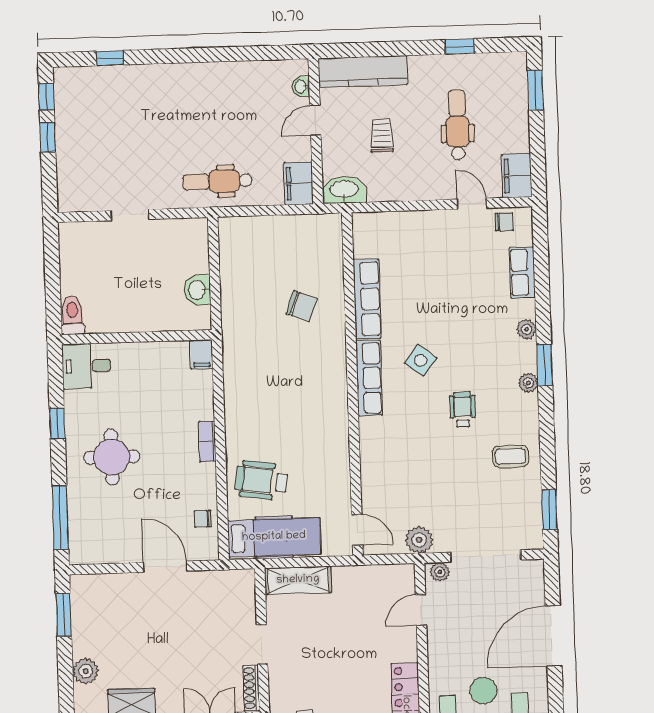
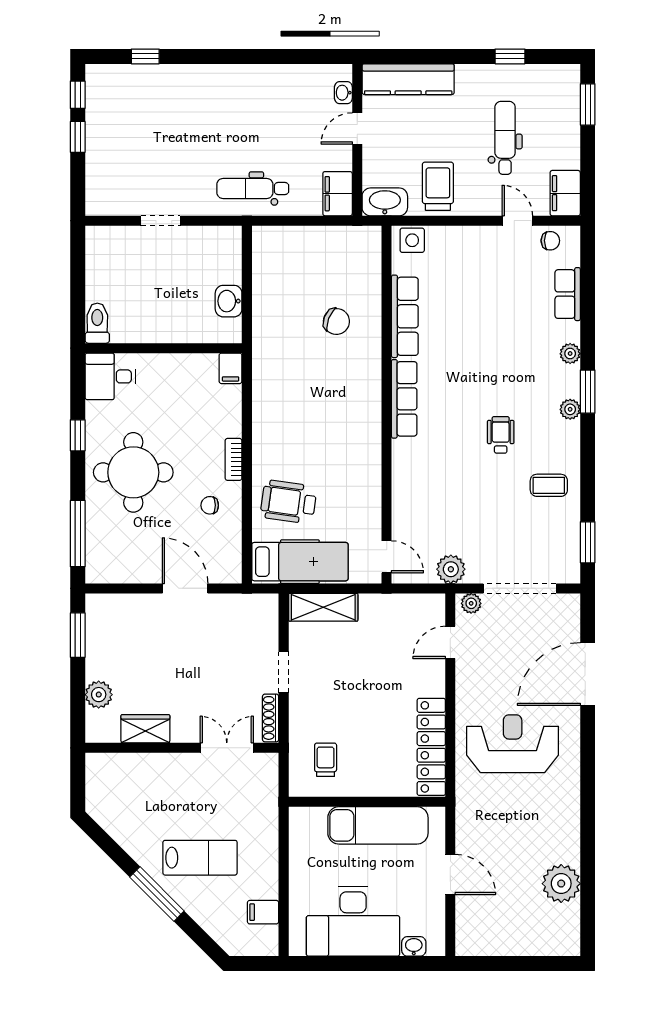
trolley: (382, 135) -> (438, 186), moved, width x1.36, depth x1.39
side table: (421, 360) -> (412, 240), moved, turned -37
round table: (112, 457) -> (133, 472), width x1.36, depth x1.36
chair: (203, 519) -> (210, 505), moved

